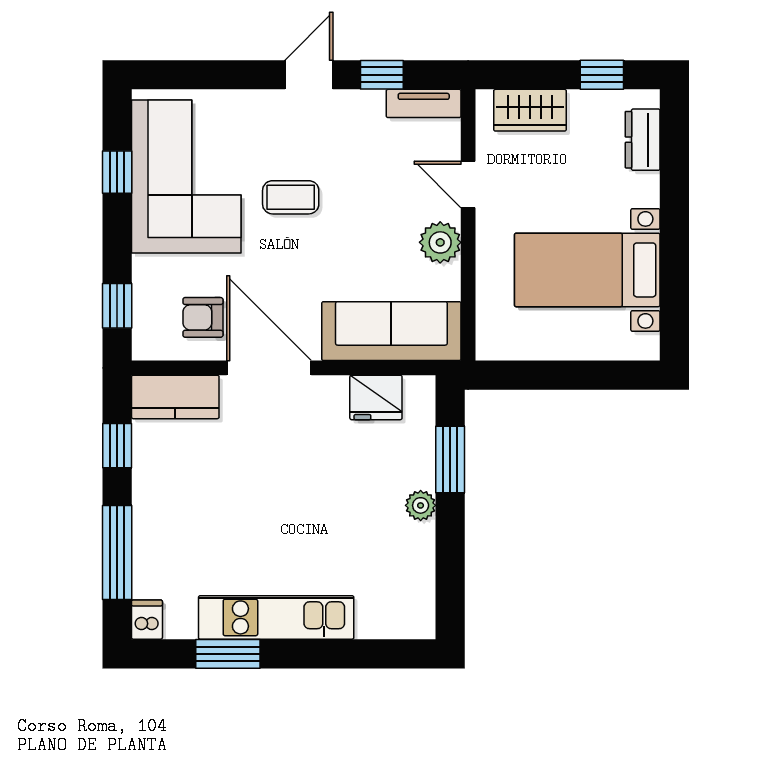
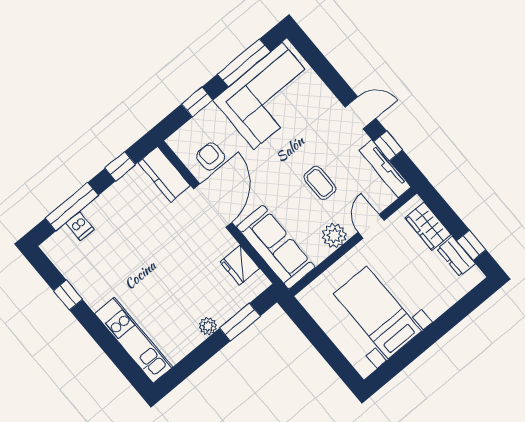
tv unit: (424, 103) -> (385, 169), width x1.41
dresser: (643, 140) -> (456, 256), moved, turned -90
window: (117, 172) -> (244, 63), width x2.17
coffee table: (291, 197) -> (320, 183), moved
window: (117, 306) -> (197, 102), moved
kitchen unit: (276, 617) -> (134, 340), moved
dishwasher: (147, 620) -> (80, 226), moved, turned 90
window: (228, 654) -> (68, 295), width x0.67

